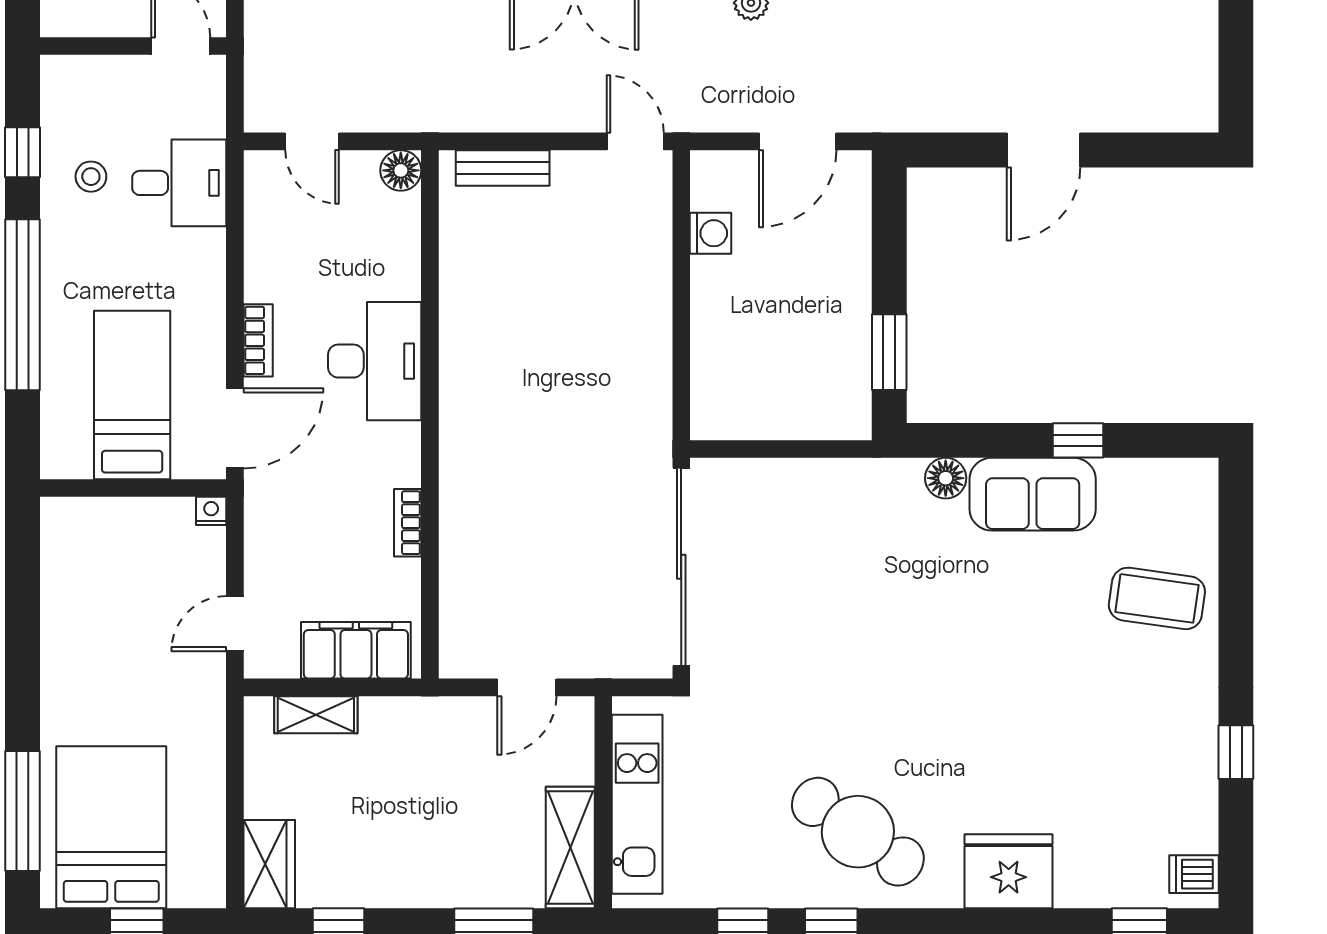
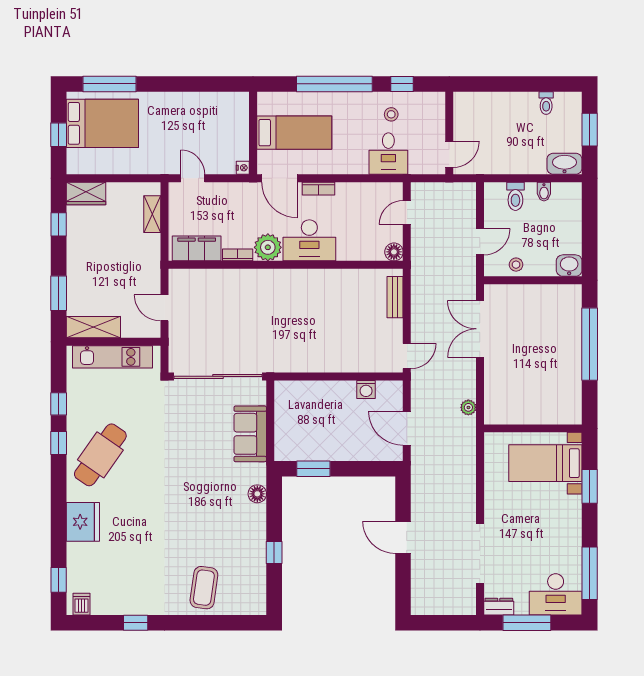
plant: (390, 455) -> (268, 247), added
sofa: (1033, 494) -> (250, 434), moved
filing cabinet: (356, 650) -> (197, 248), moved, turned -90

